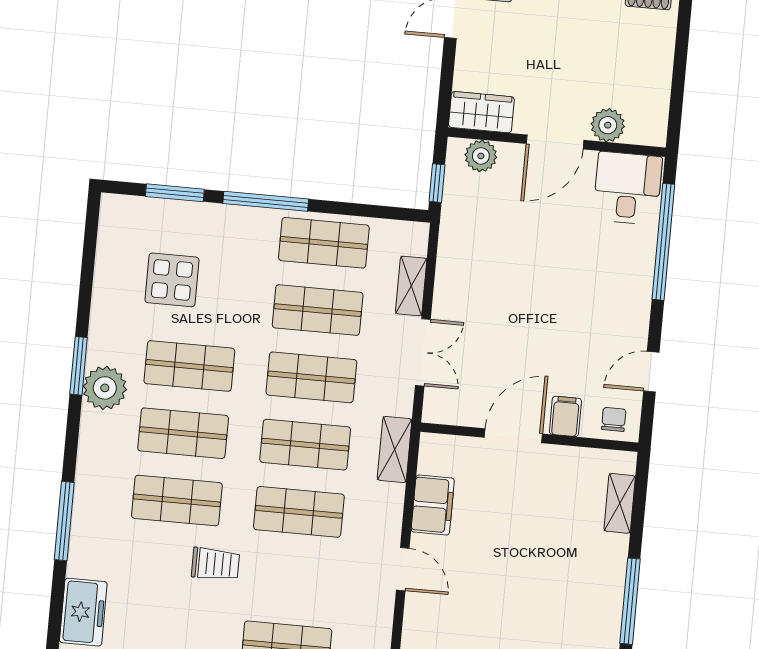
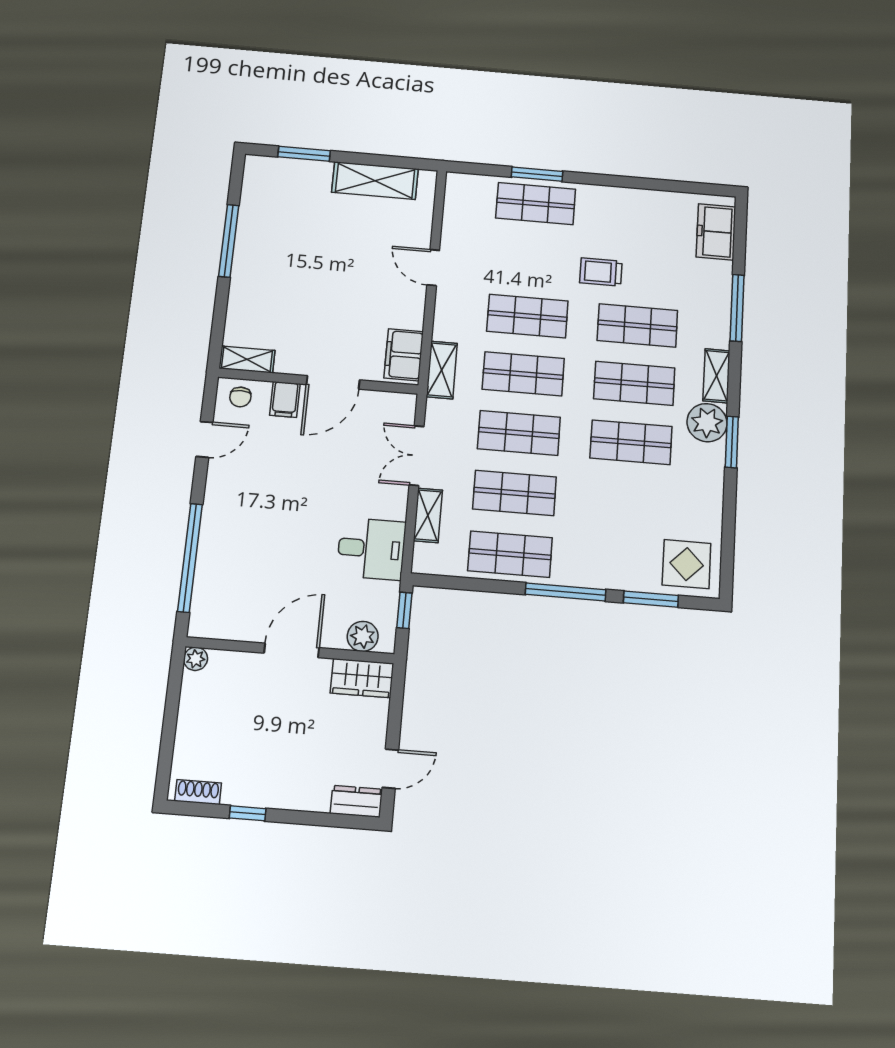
plant: (608, 125) -> (196, 659), moved, width x0.73, depth x0.73
desk: (628, 188) -> (371, 549), moved, turned -90
display table: (172, 280) -> (687, 564), moved
shelving: (92, 442) -> (716, 376), added
shelving: (620, 503) -> (247, 359), moved, turned 90
filing cabinet: (433, 505) -> (404, 355), moved

